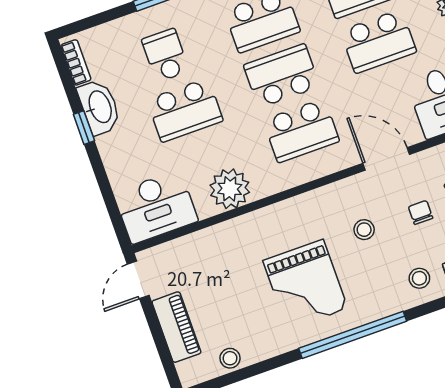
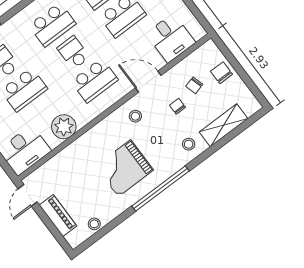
school desk: (282, 76) -> (73, 53), width x0.54
stool: (364, 230) -> (135, 116), moved
grand piano: (305, 285) -> (124, 168), turned 90

